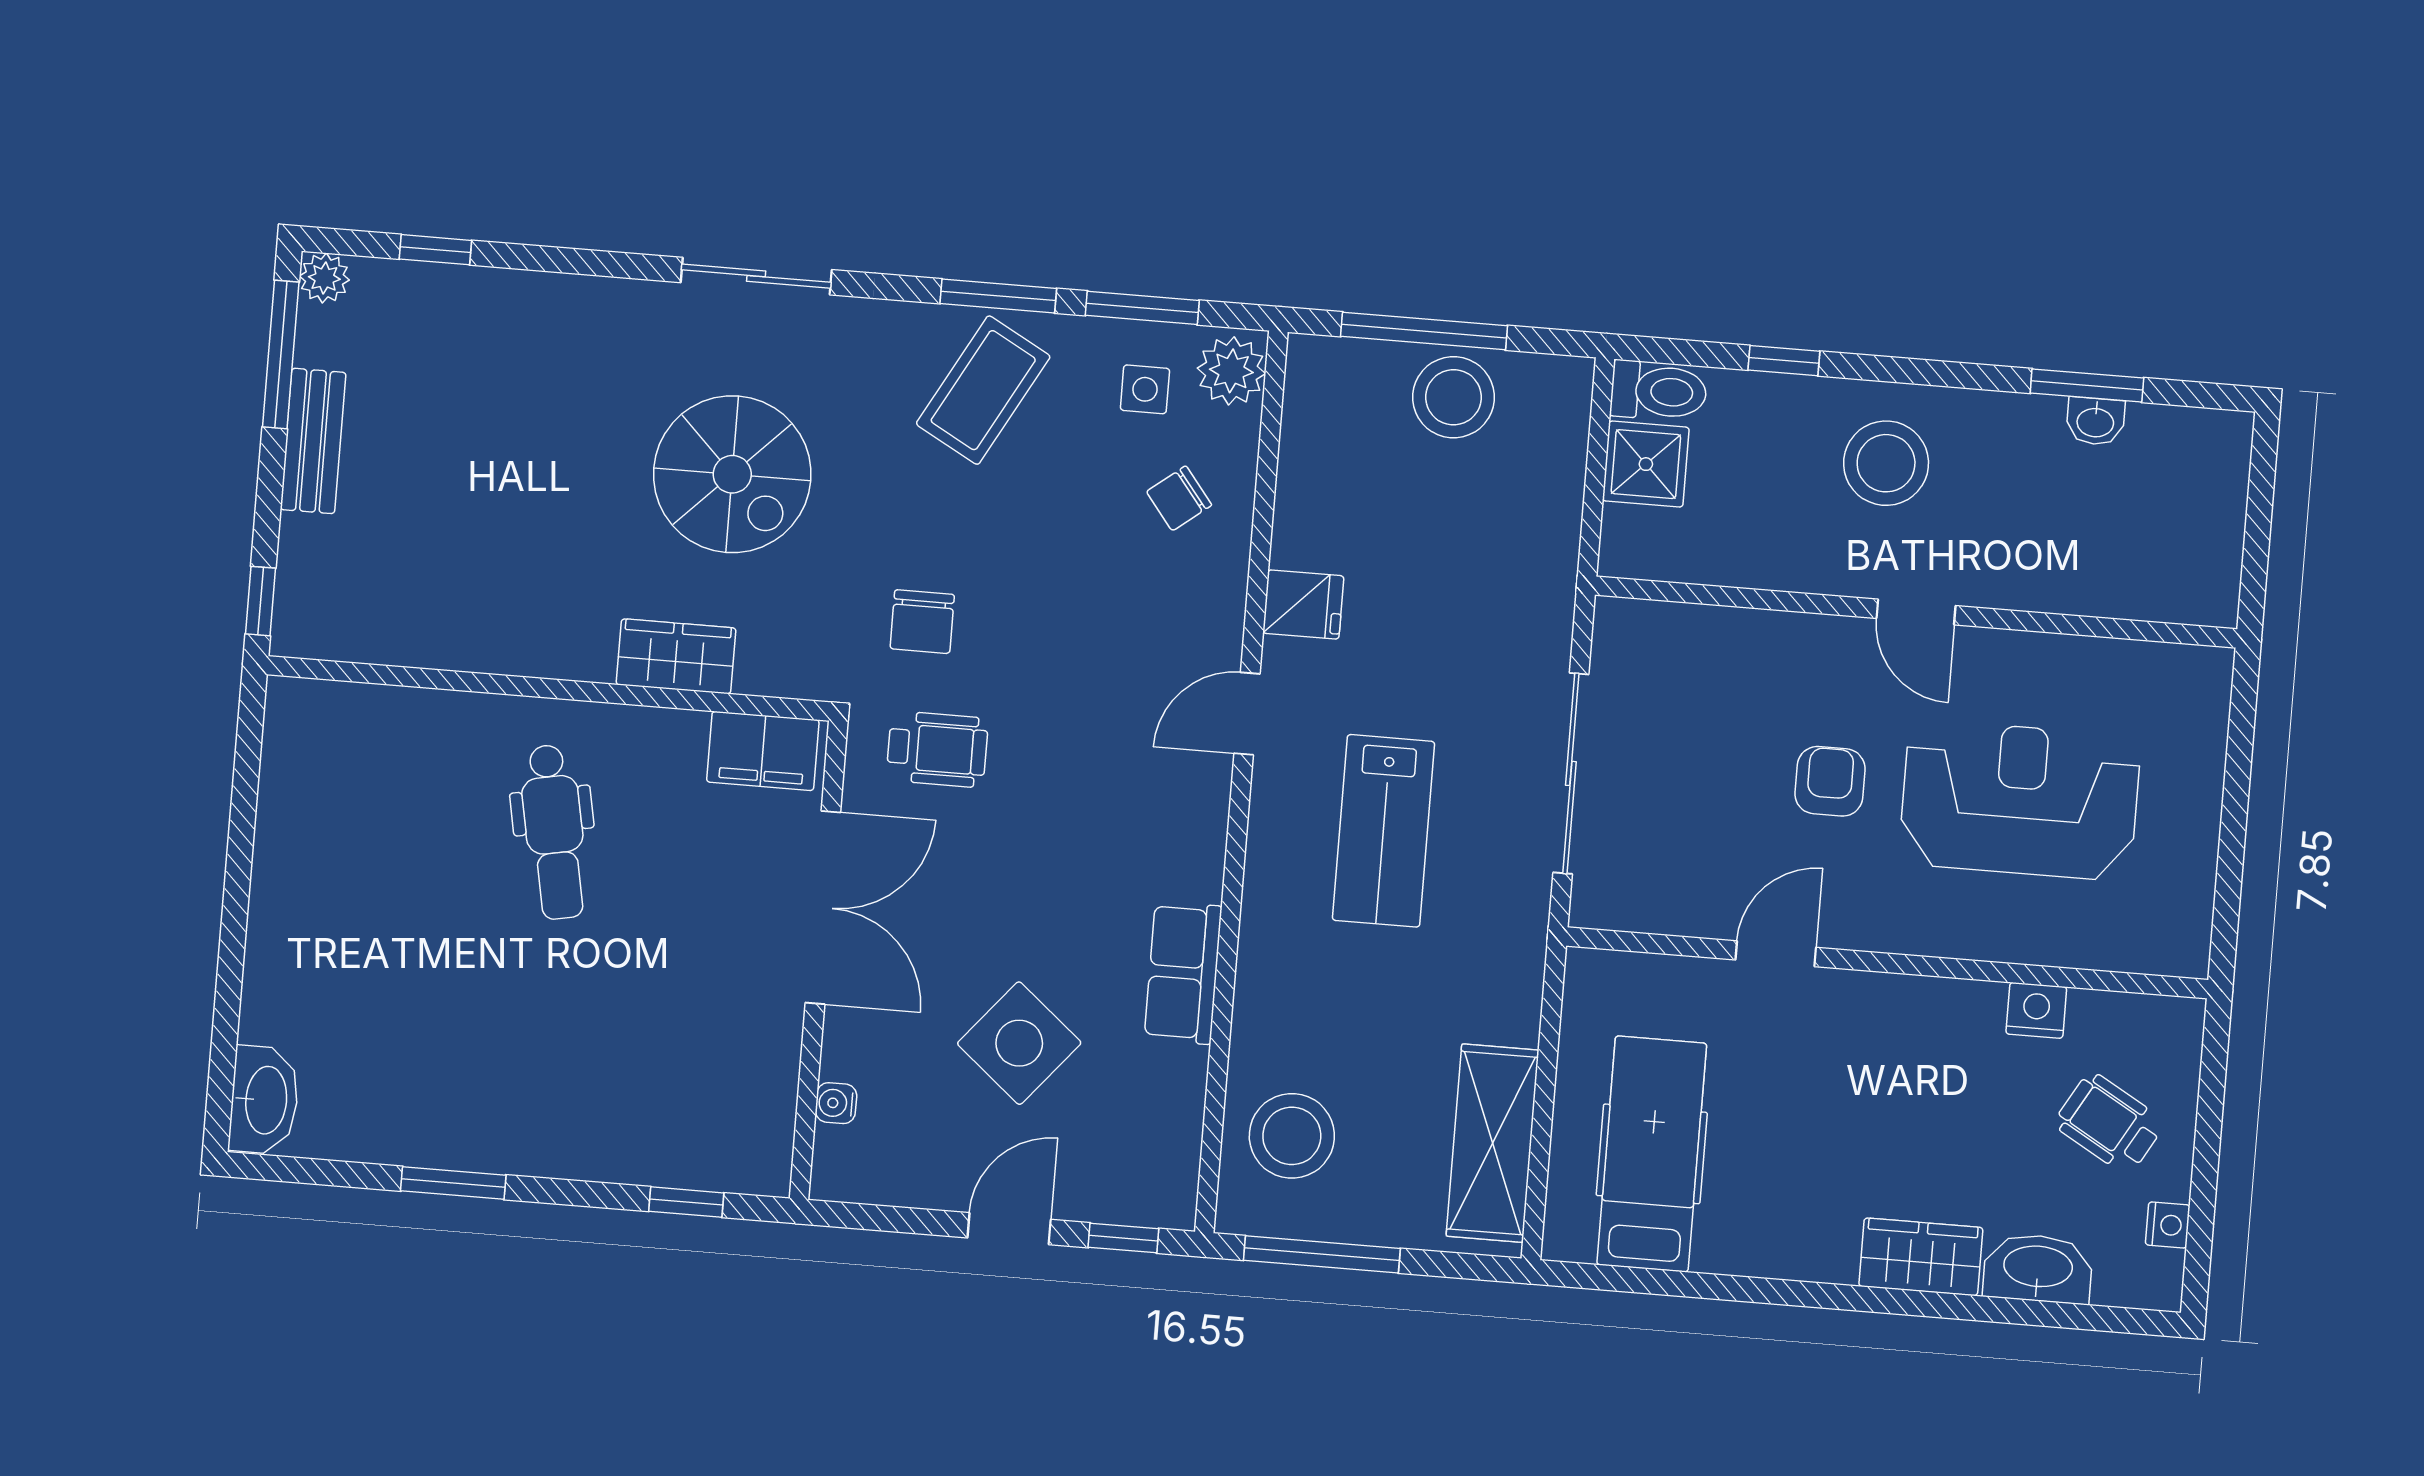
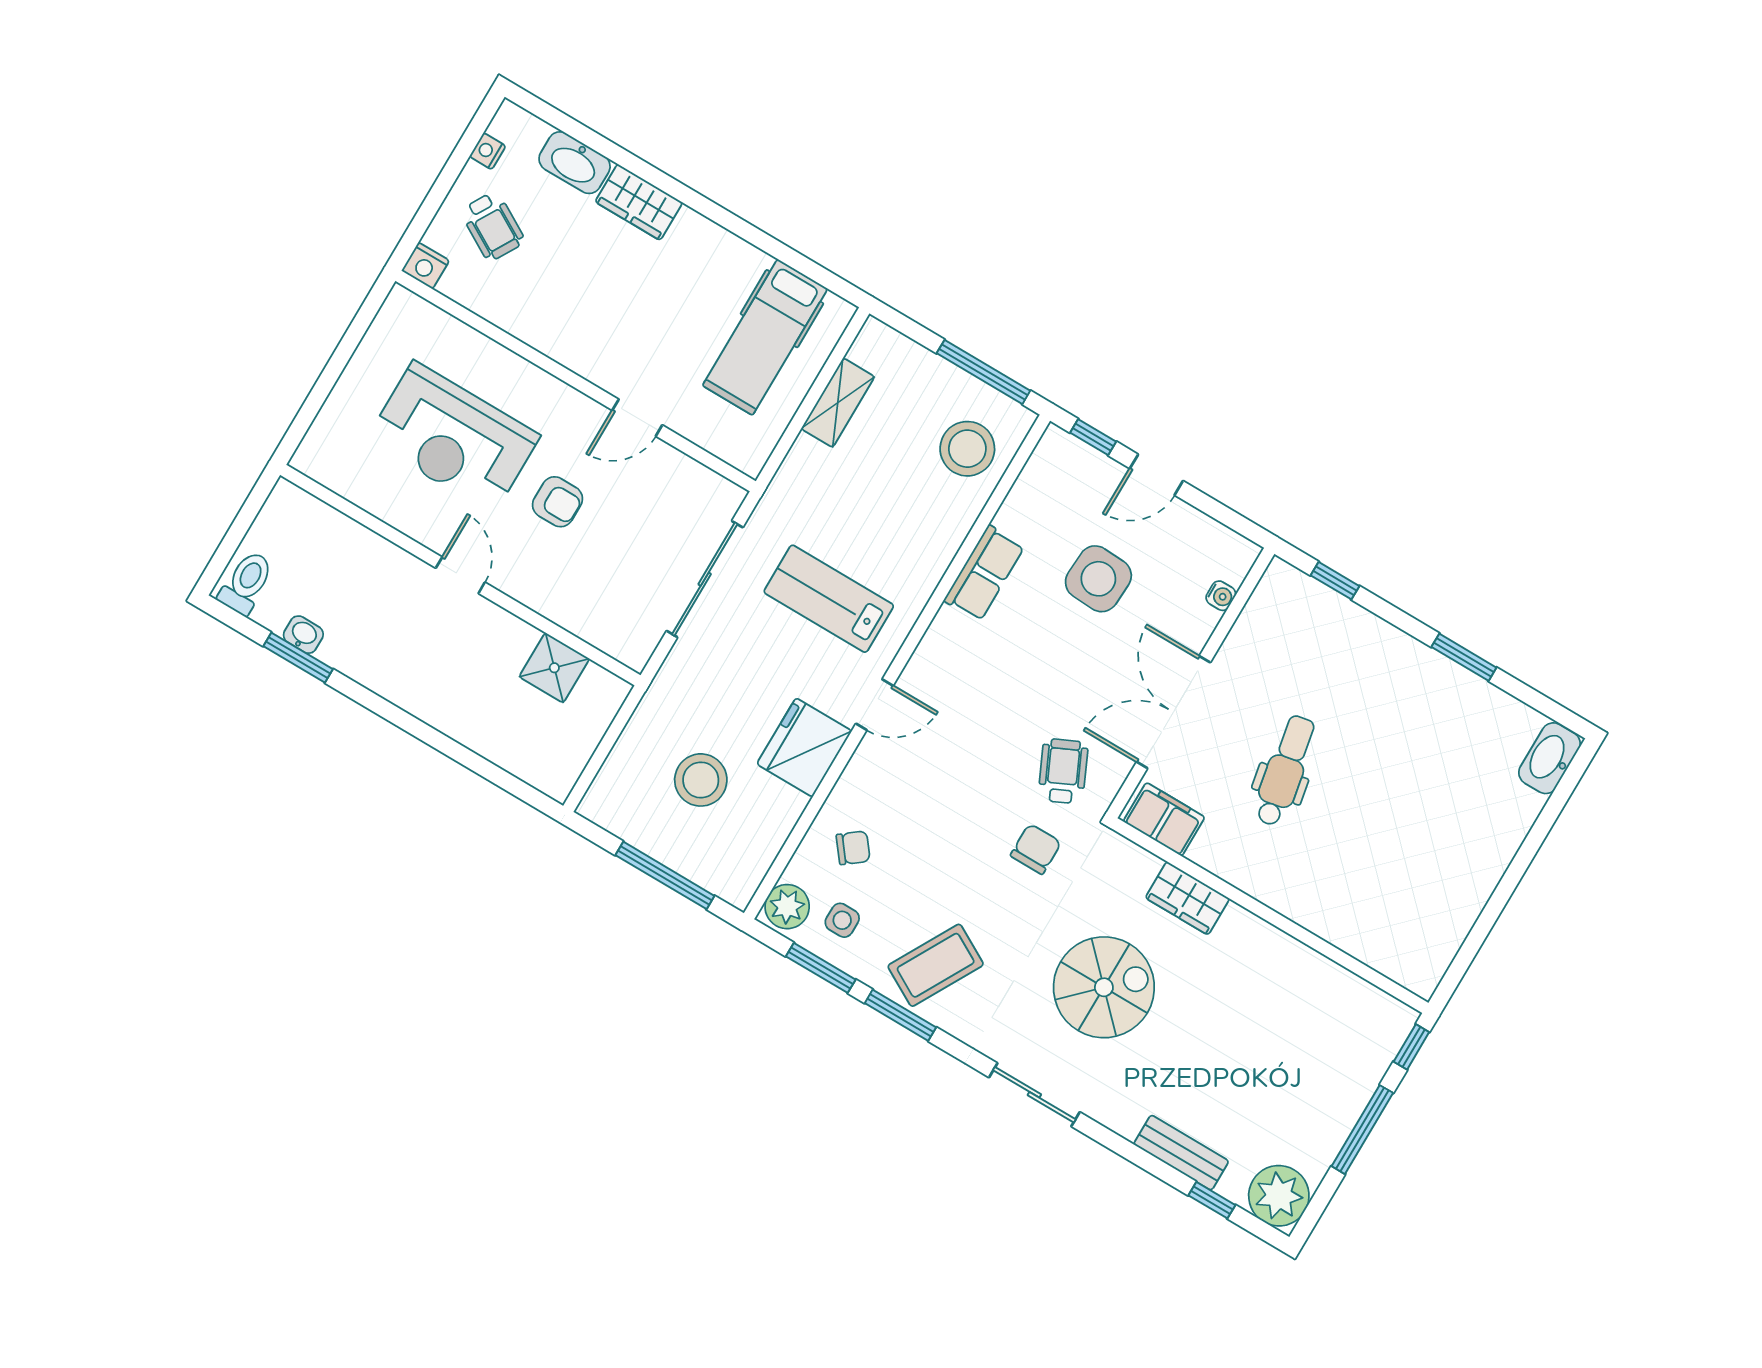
plant: (324, 278) -> (1279, 1196), width x1.87, depth x1.87
window: (281, 354) -> (1362, 1130), moved
window: (1784, 361) -> (466, 757), removed
toilet: (1659, 391) -> (246, 583), moved, turned 90
stool: (1454, 397) -> (701, 780), moved
bench: (313, 441) -> (1181, 1153), moved, turned 90
stool: (1886, 463) -> (436, 669), removed
shower: (1646, 464) -> (554, 668), moved
spiral stairs: (732, 474) -> (1104, 987), turned 90
fridge: (1303, 605) -> (804, 747), width x1.88, depth x1.34
wheelchair: (937, 749) -> (1063, 771), turned 65
armchair: (1830, 781) -> (558, 502), turned -90
lab bench: (1384, 831) -> (829, 599), turned -90
dental chair: (554, 832) -> (1285, 771), moved
nightstand: (2036, 1010) -> (425, 266), moved
side table: (1019, 1043) -> (1098, 579), turned -37
shelving: (1493, 1143) -> (838, 403), width x0.67, depth x0.75

